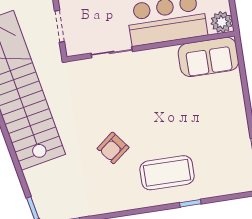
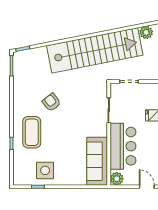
sofa: (208, 57) -> (97, 161), width x1.36
side table: (226, 141) -> (45, 170), added

